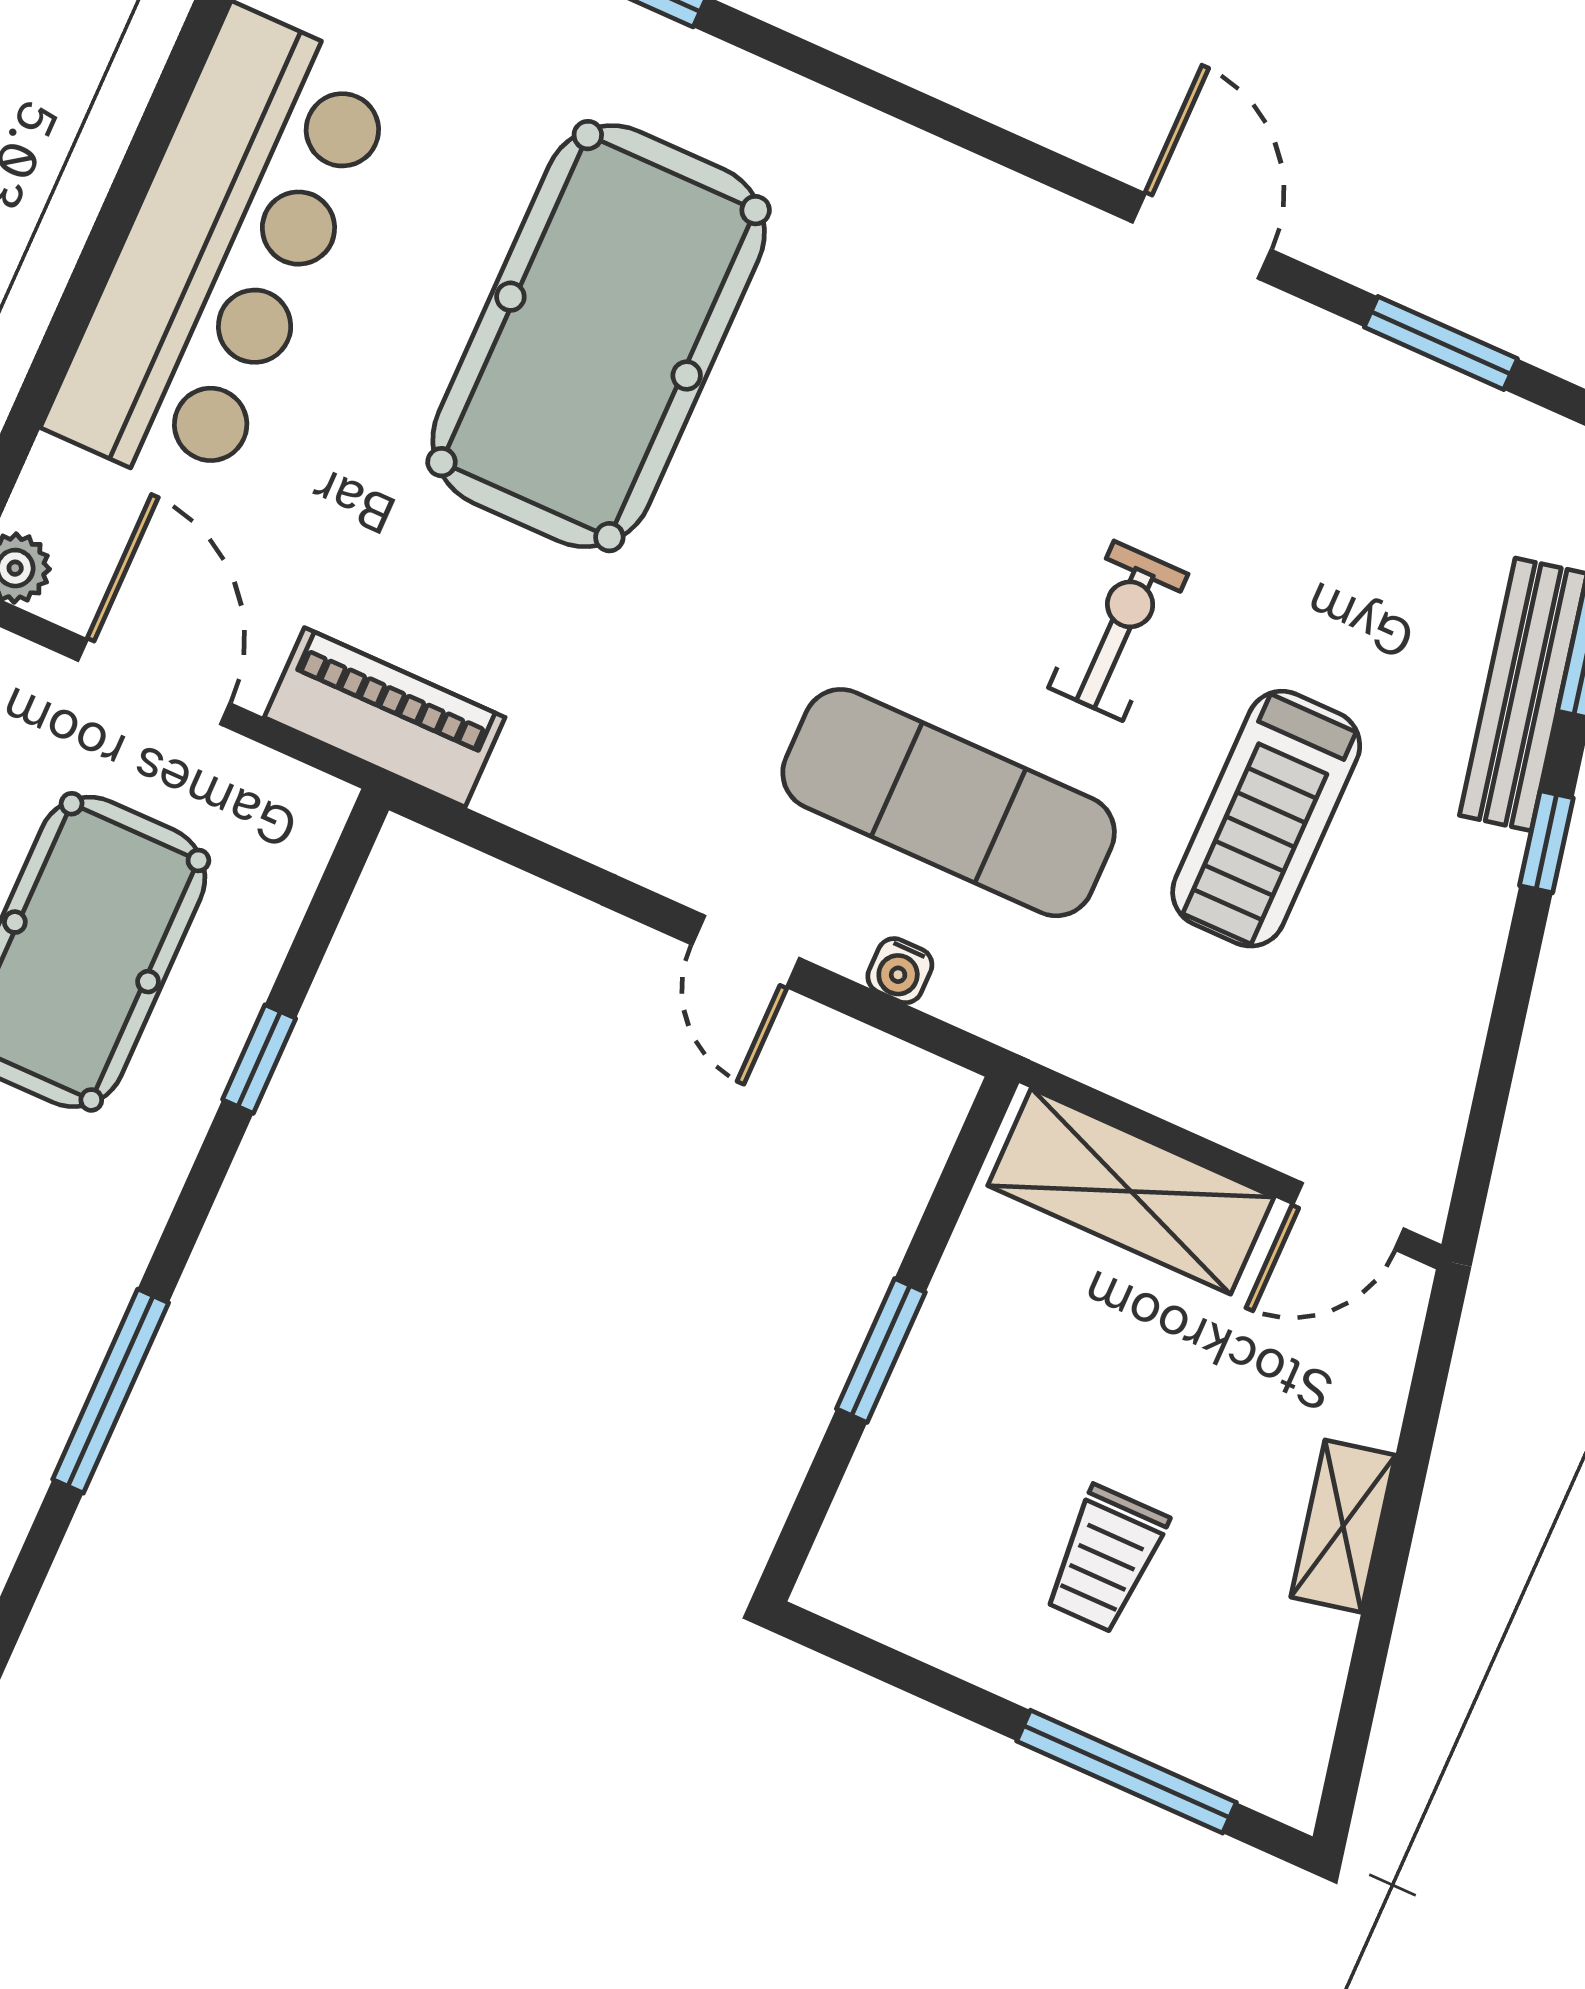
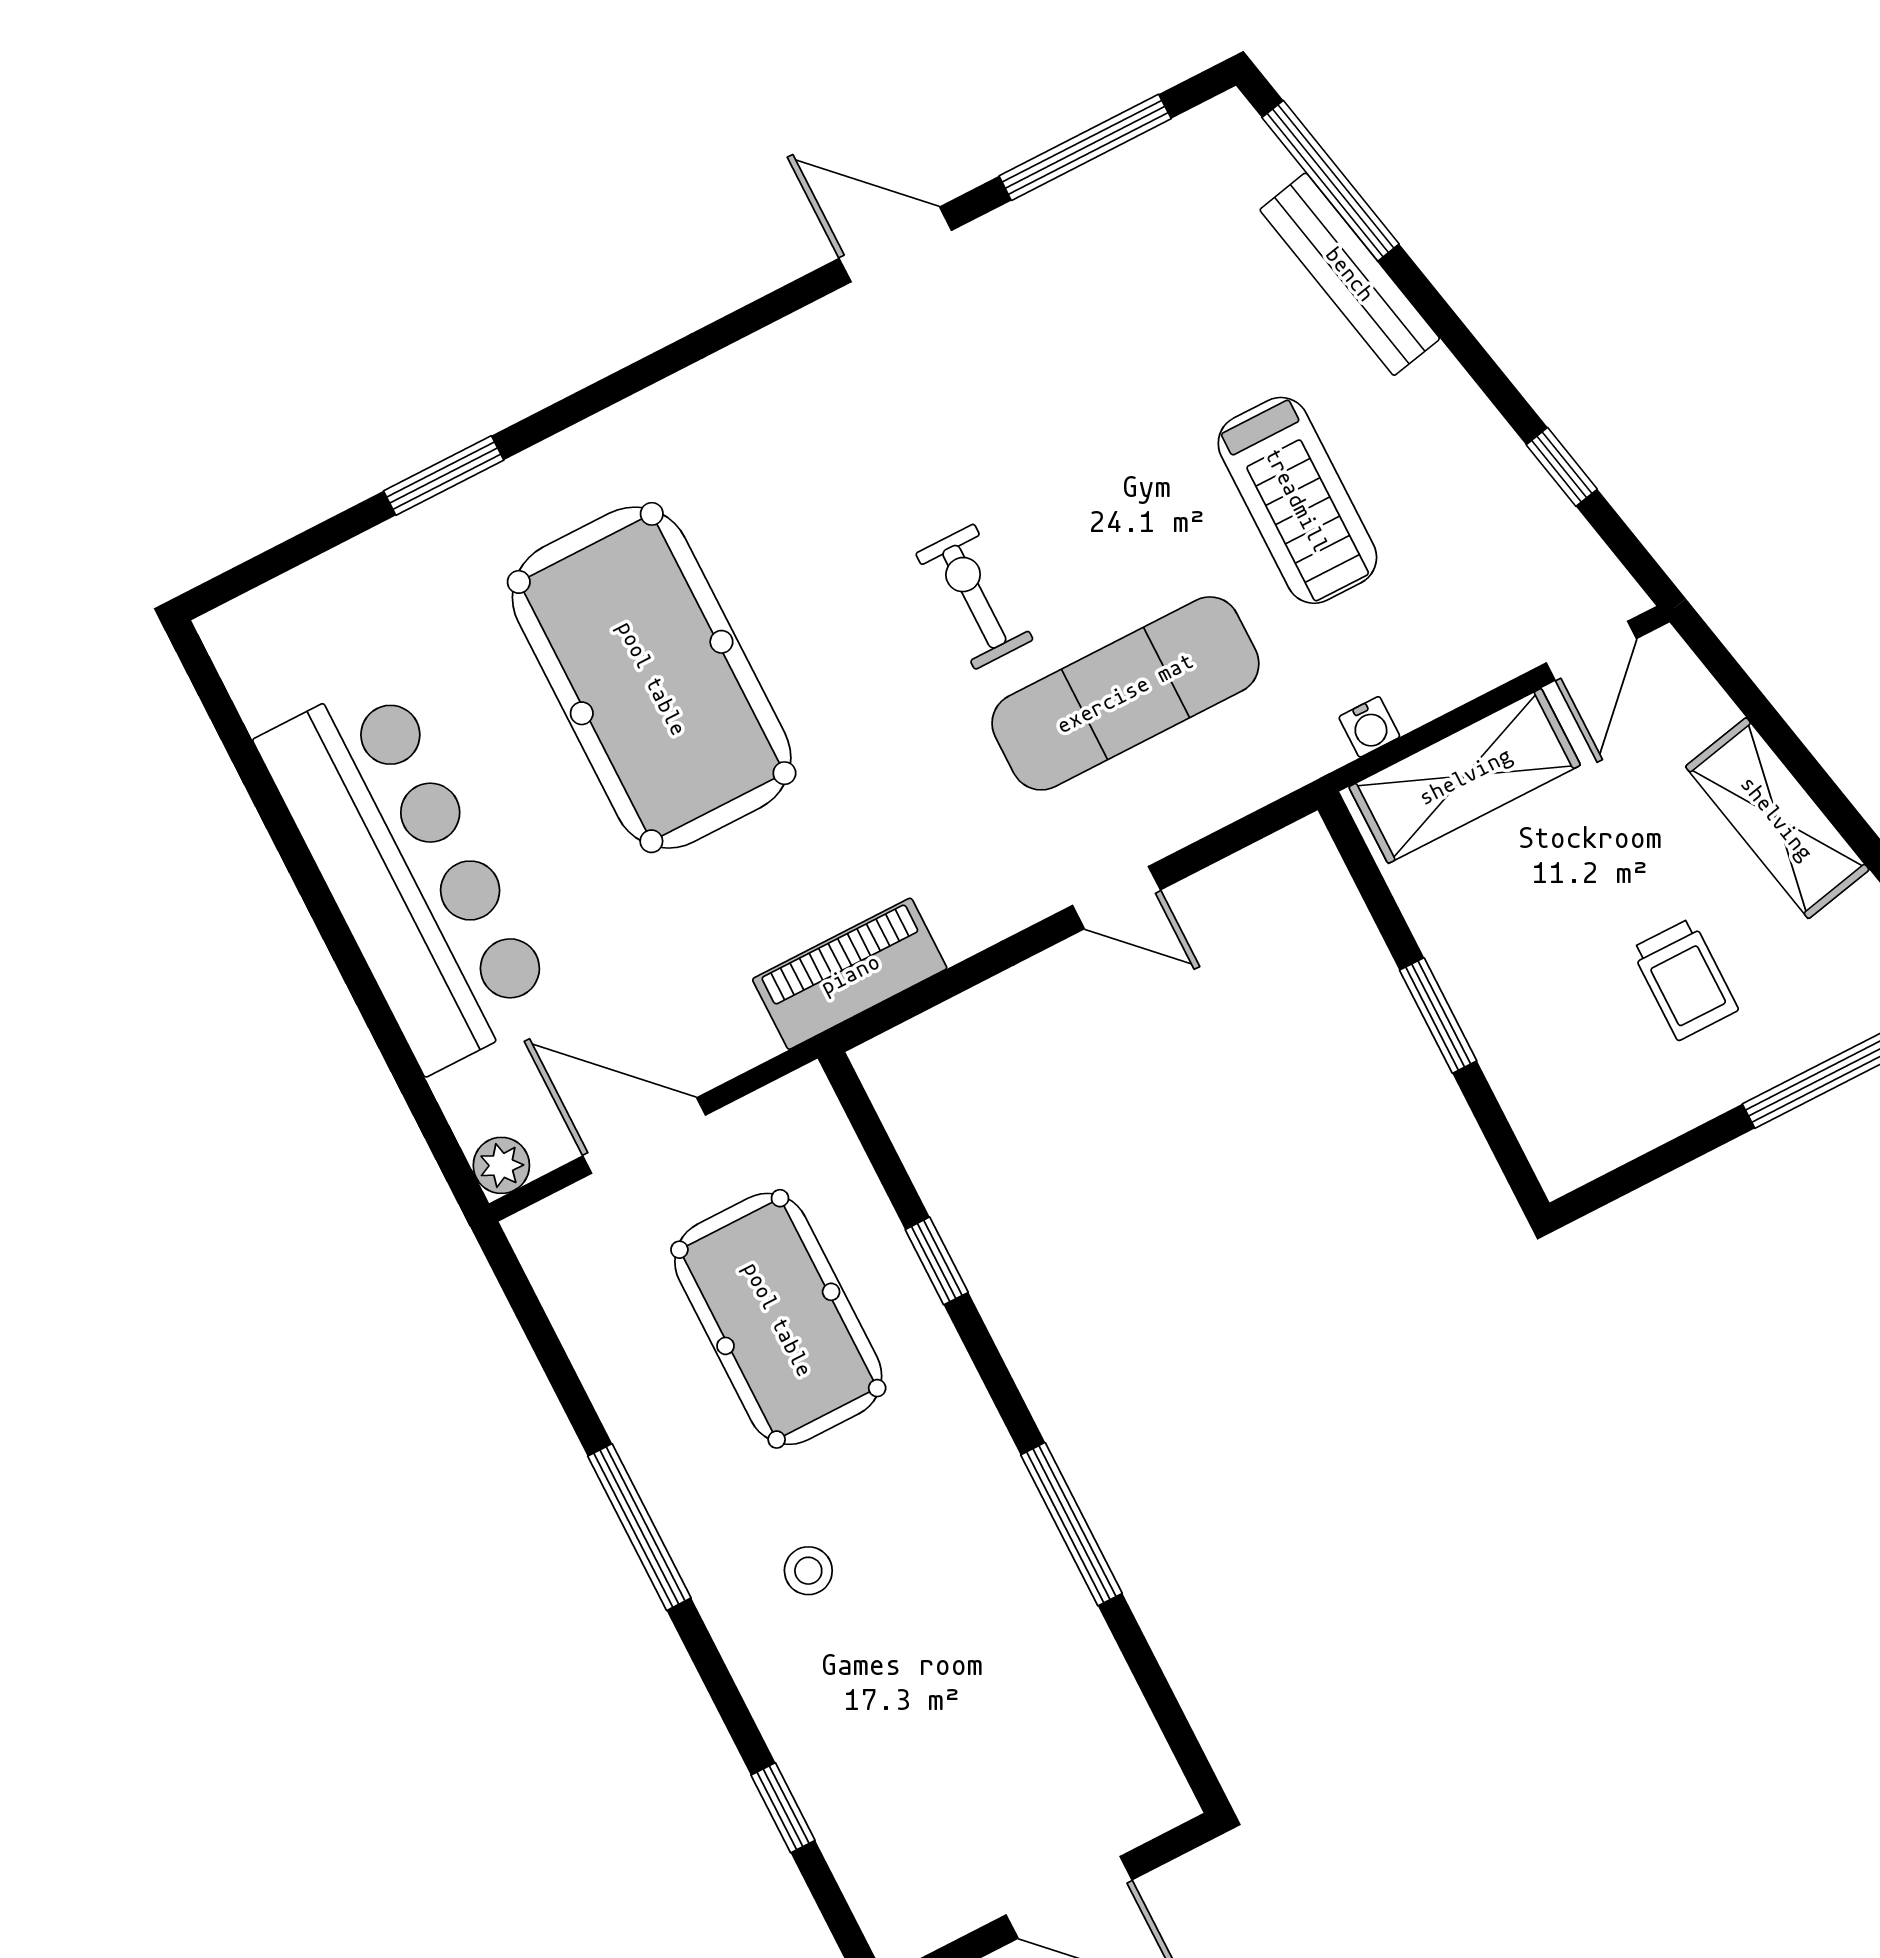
window: (1441, 343) -> (1085, 147), width x1.44
exercise bike: (1118, 631) -> (974, 597), moved
piano: (385, 717) -> (850, 974), moved
window: (1546, 842) -> (1562, 467), moved
water cooler: (900, 971) -> (1369, 727), moved
shelving: (1343, 1526) -> (1777, 818), width x1.50, depth x1.33

